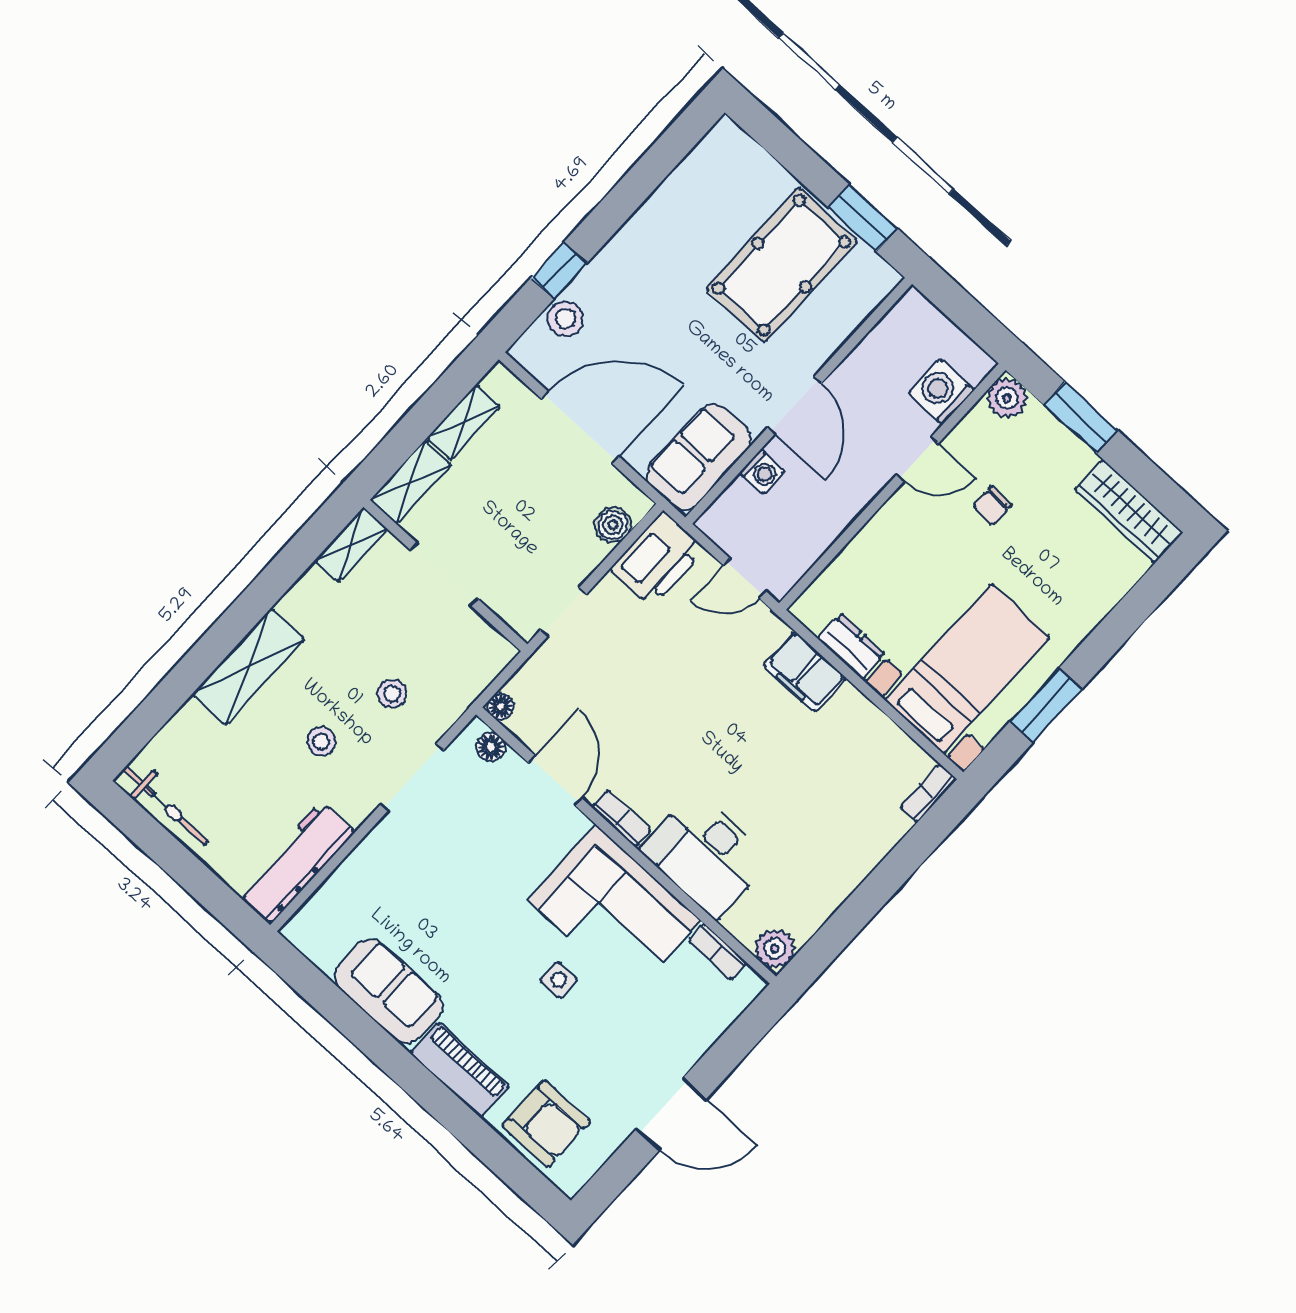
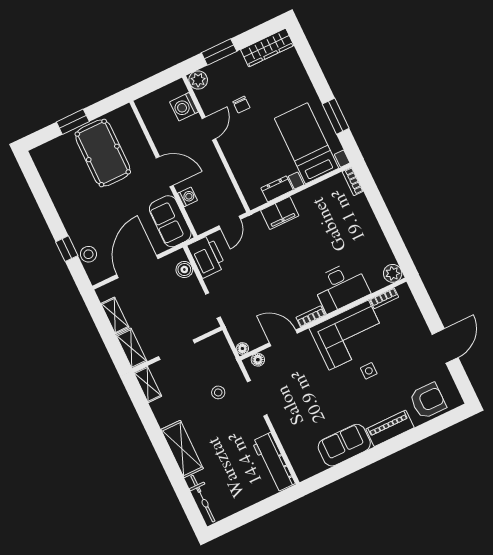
window: (863, 218) -> (73, 122), moved
stool: (321, 741) -> (226, 431), removed
bicycle: (165, 805) -> (203, 499), moved, turned 90

